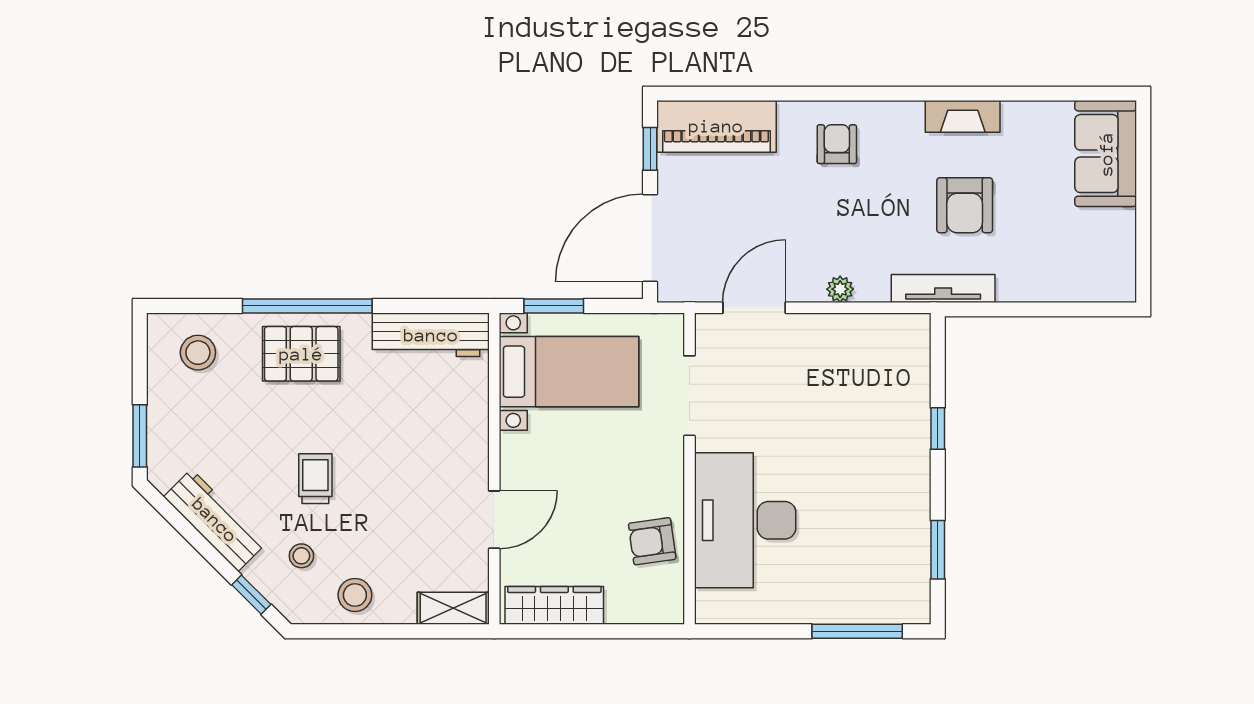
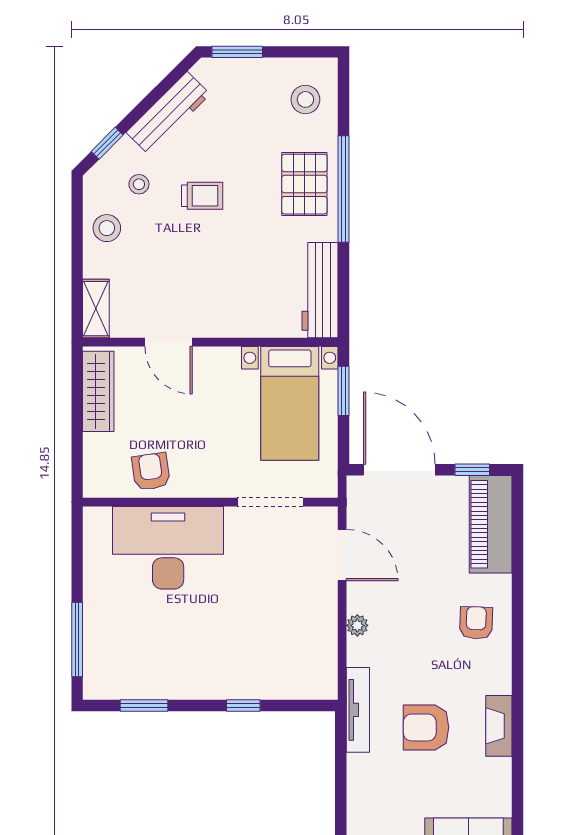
armchair: (837, 144) -> (476, 623), turned -88

